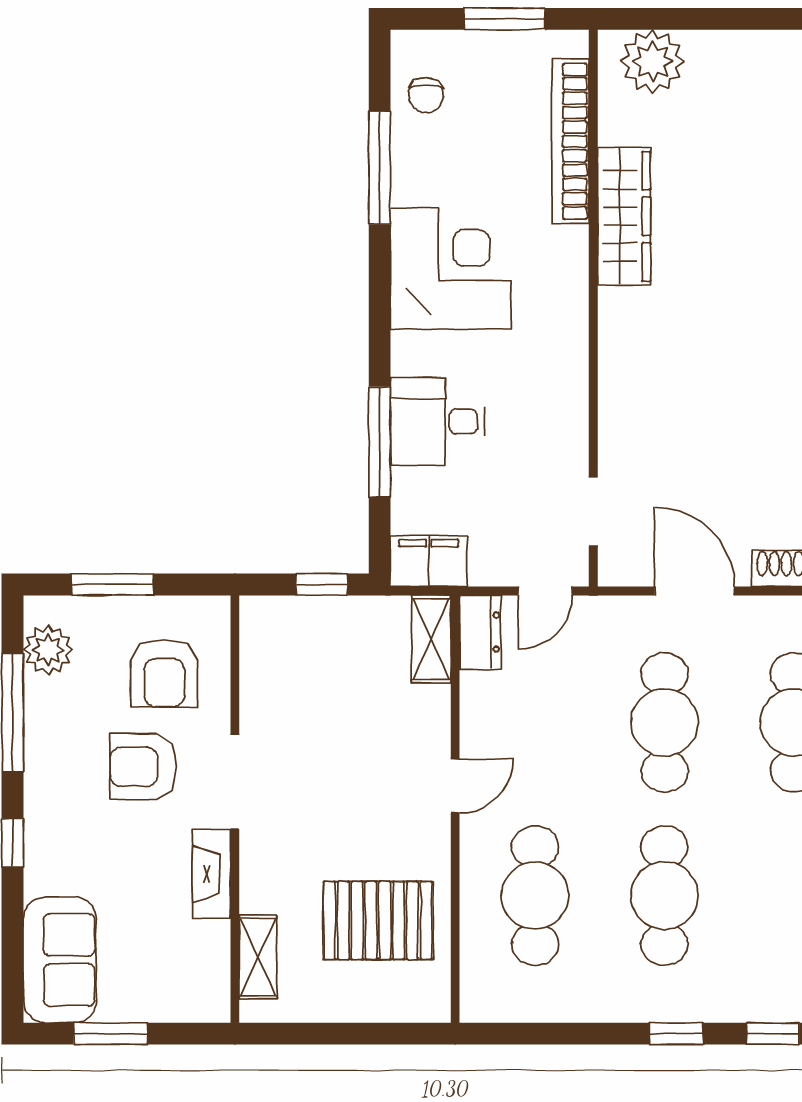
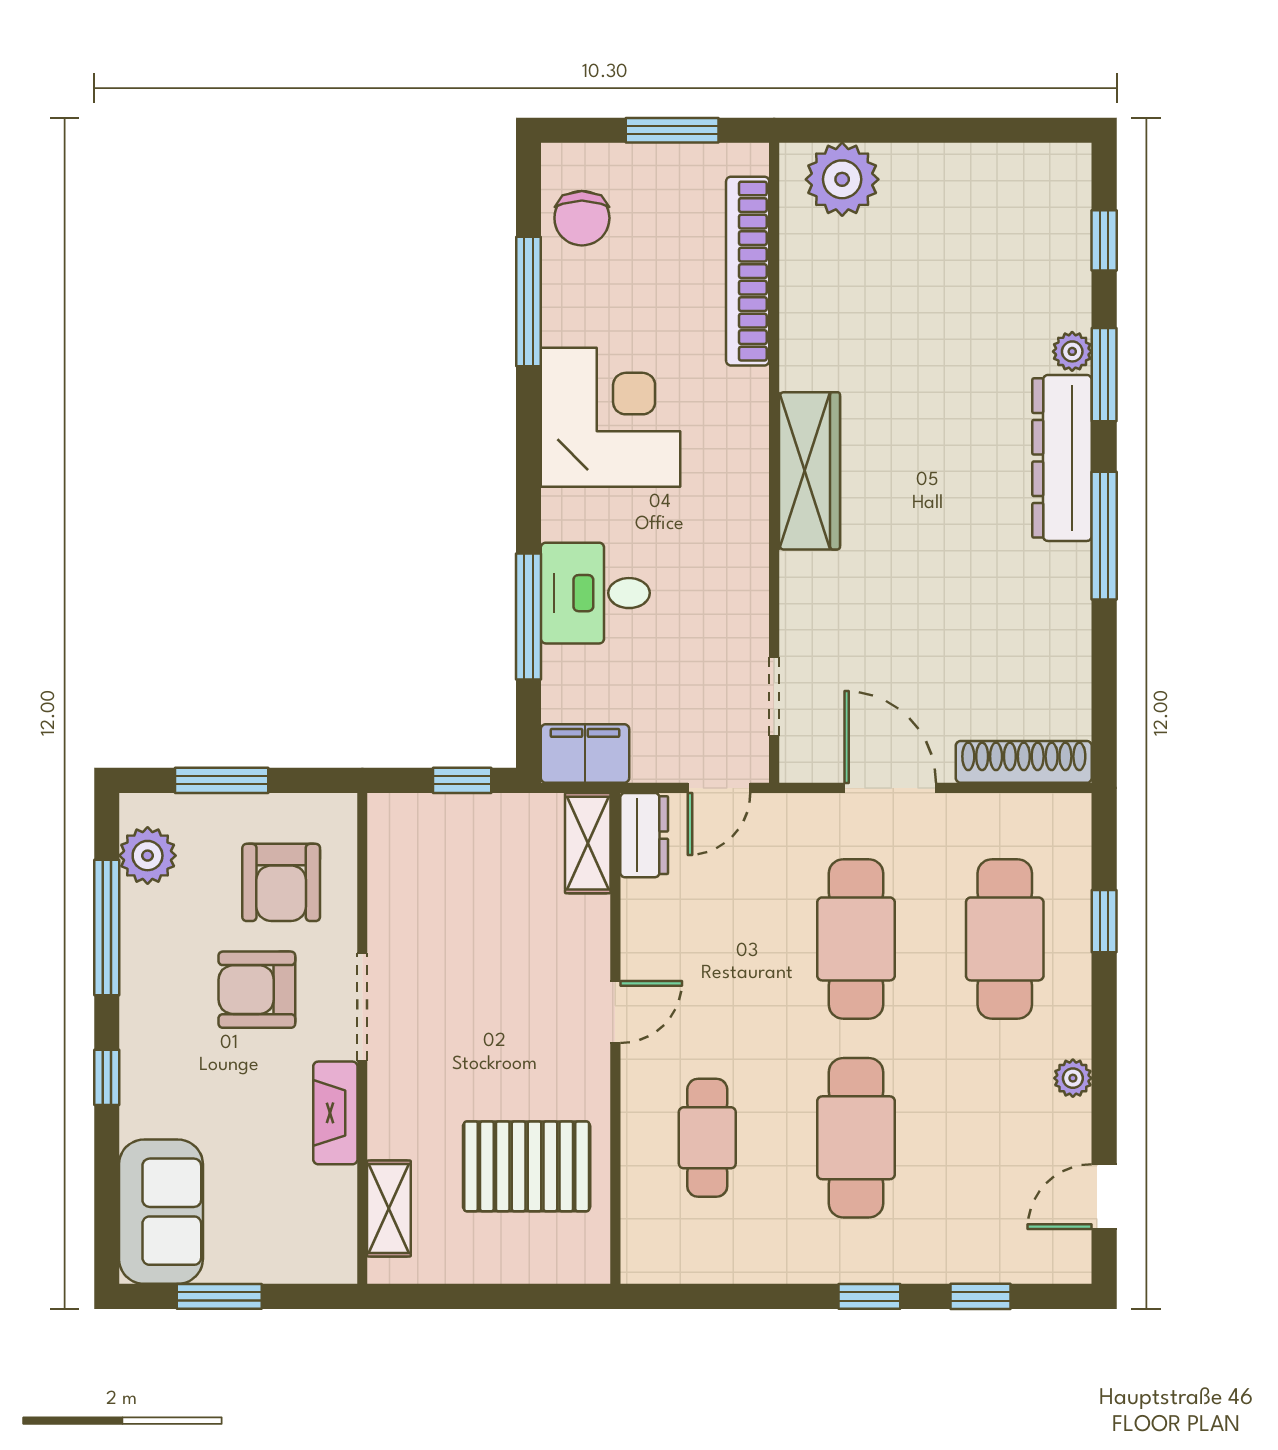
chair: (426, 95) -> (582, 218), width x1.37, depth x1.37
wardrobe: (624, 216) -> (810, 471), moved
cafe table: (535, 896) -> (707, 1138), width x0.73, depth x0.74

